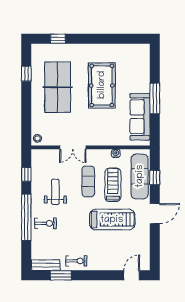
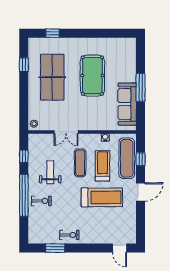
bench: (46, 265) -> (42, 239), removed
door: (132, 275) -> (120, 248), swing flipped

